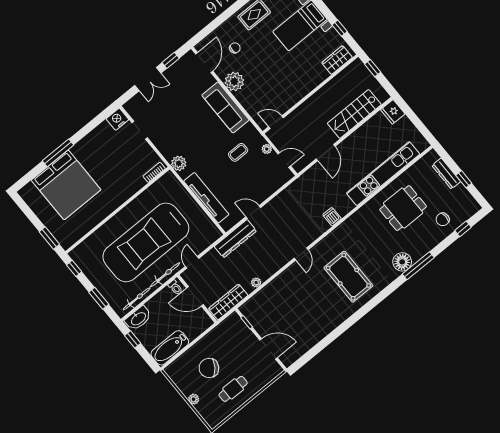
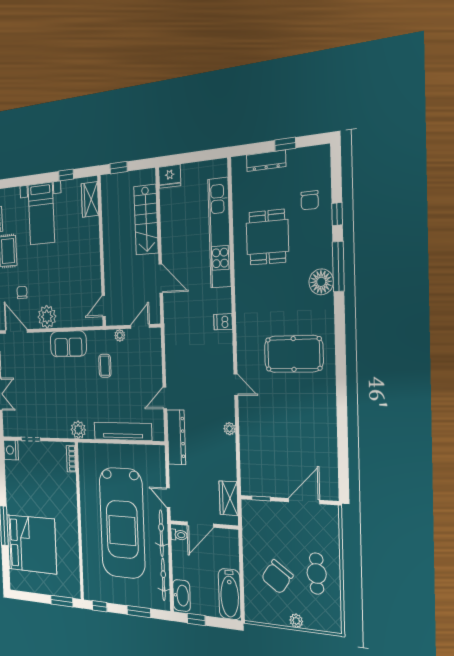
sofa: (225, 108) -> (68, 344), width x0.73
window: (463, 229) -> (337, 214), moved
plant: (256, 283) -> (229, 429), moved
wardrobe: (228, 302) -> (229, 498), width x0.67

